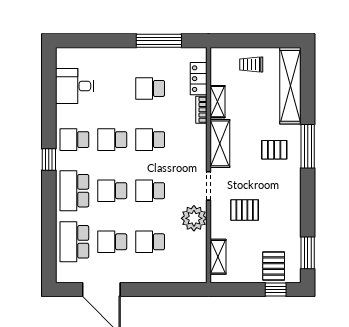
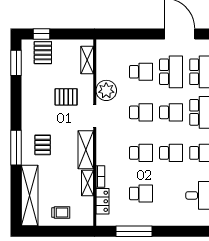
pallet: (274, 150) -> (43, 145), turned 90
school desk: (112, 242) -> (171, 72), width x1.85

